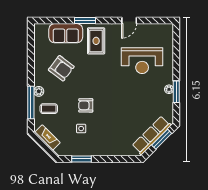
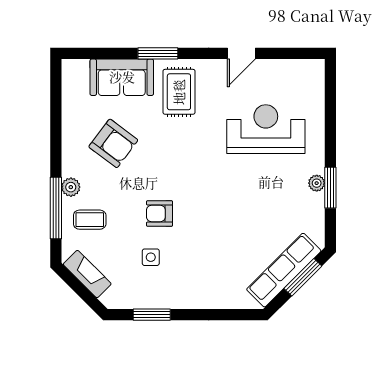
reception desk: (142, 61) -> (266, 129), turned 180

